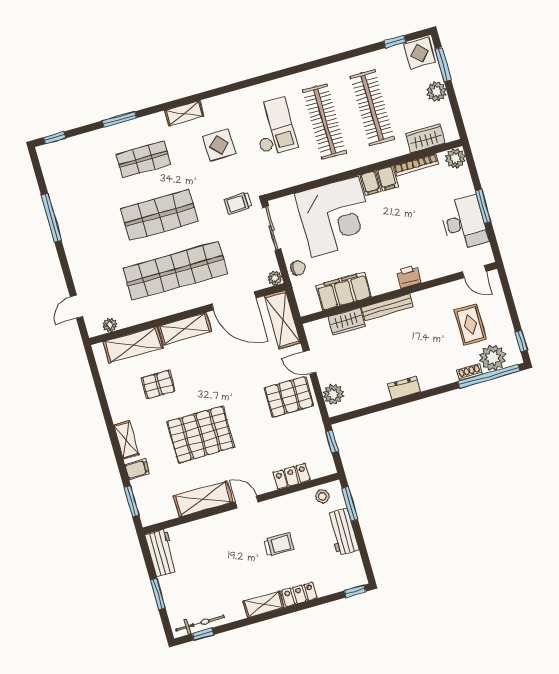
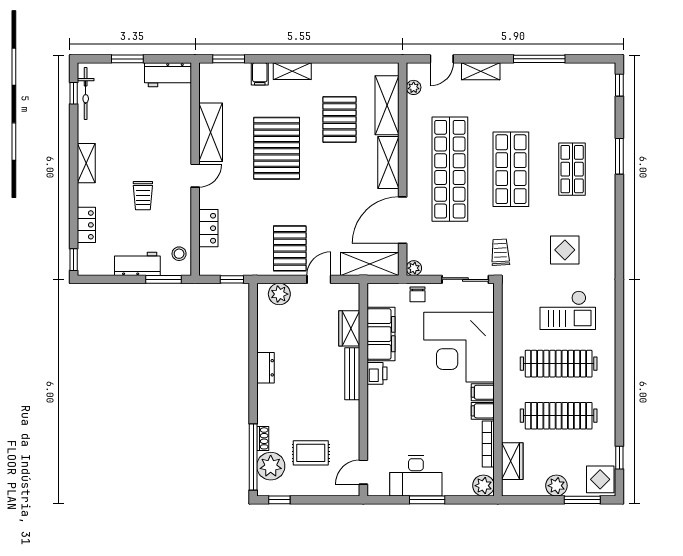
shelving: (184, 113) -> (481, 71), moved, turned 90
printer: (409, 277) -> (377, 373), moved
door: (76, 307) -> (442, 59), swing flipped
pallet: (158, 385) -> (339, 119), width x1.50, depth x1.42
locker: (299, 594) -> (86, 225), moved

